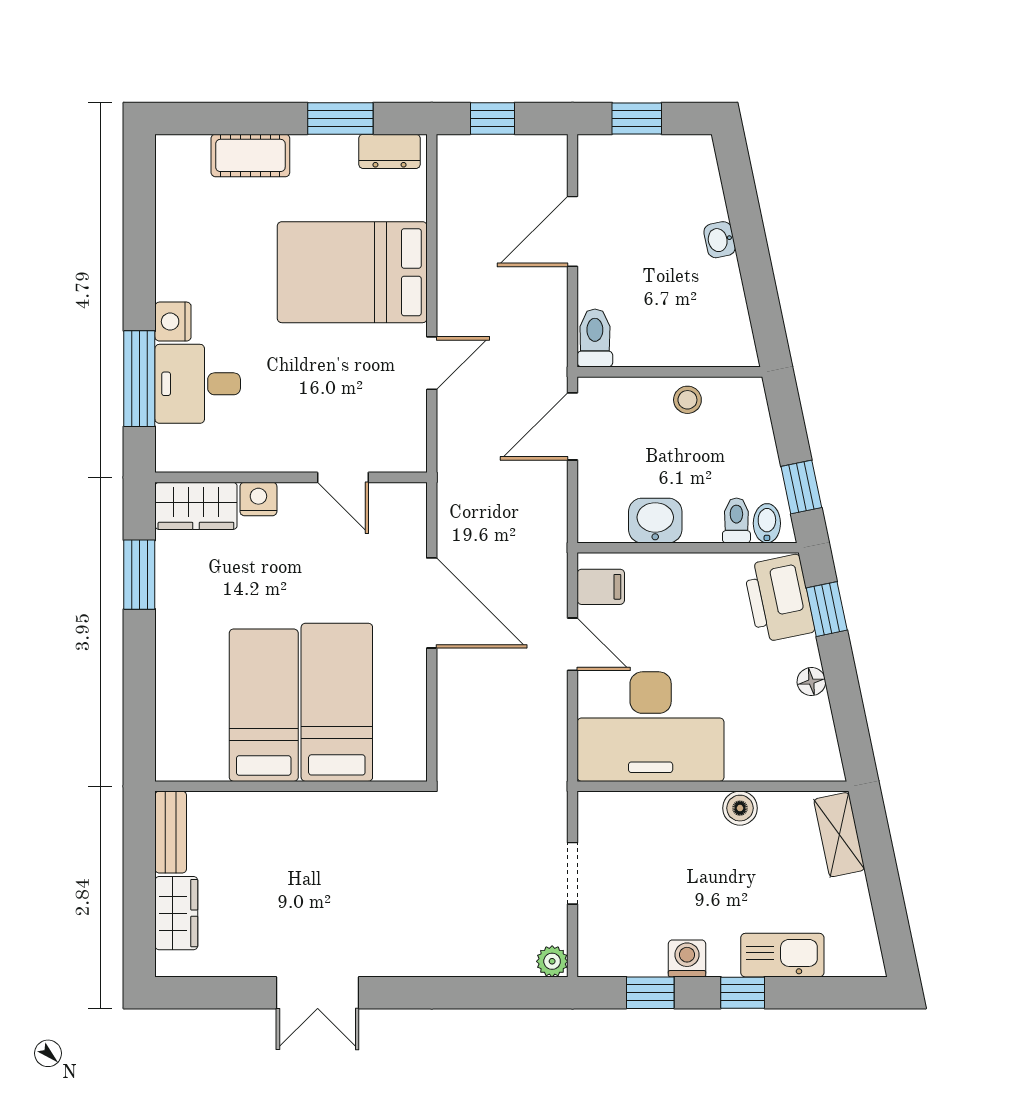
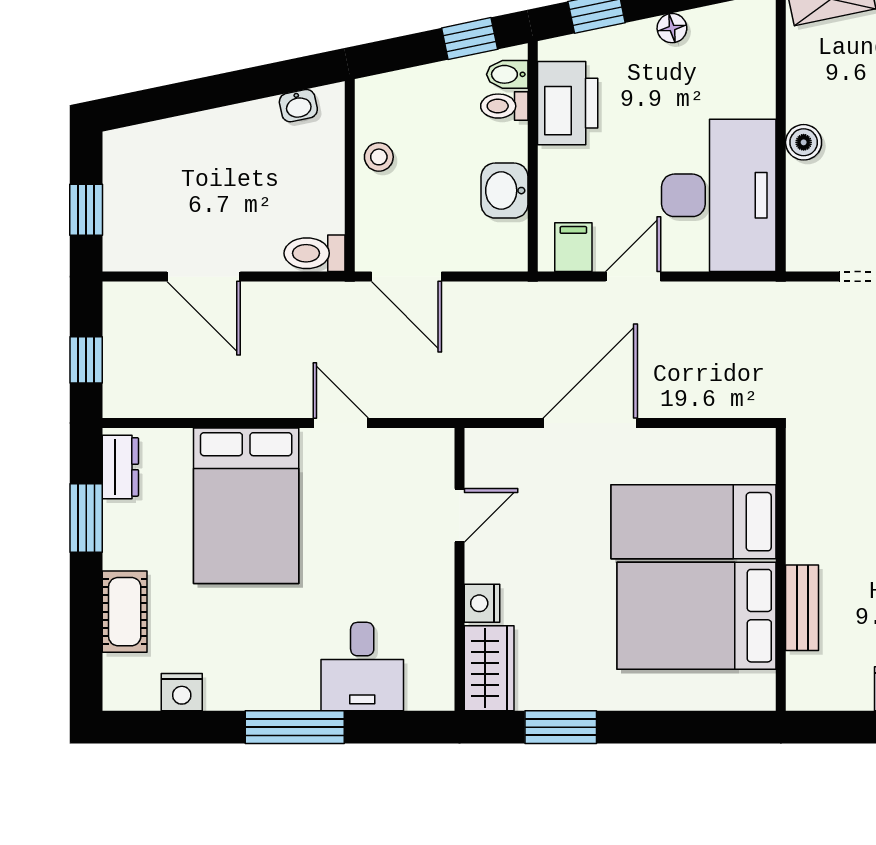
washbasin: (720, 240) -> (298, 106), moved
nightstand: (173, 322) -> (182, 692), moved
window: (139, 379) -> (295, 727), moved
printer: (779, 598) -> (568, 103), moved, turned -78
bed: (264, 705) -> (697, 616), width x1.50
boiler: (740, 808) -> (804, 142), moved
bench: (171, 832) -> (802, 608), moved, turned 90

